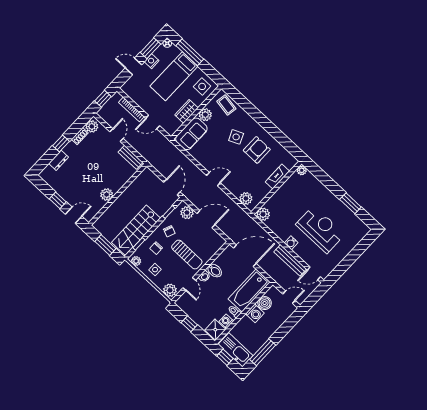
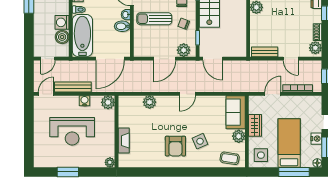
plant: (302, 170) -> (110, 162), moved
fireplace: (277, 177) -> (124, 141), moved
wall: (276, 188) -> (117, 131), moved
plant: (263, 214) -> (108, 102), moved

